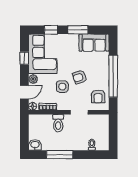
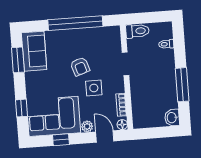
window: (78, 30) -> (18, 60), moved
armchair: (98, 96) -> (103, 41), removed
toilet: (58, 123) -> (137, 31), moved

